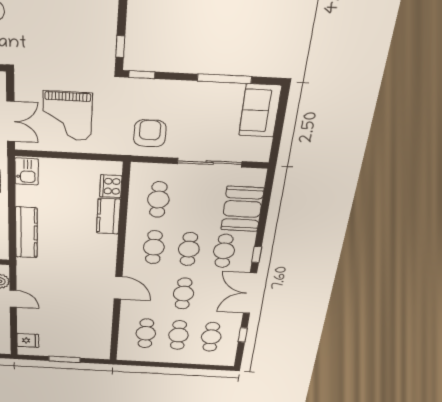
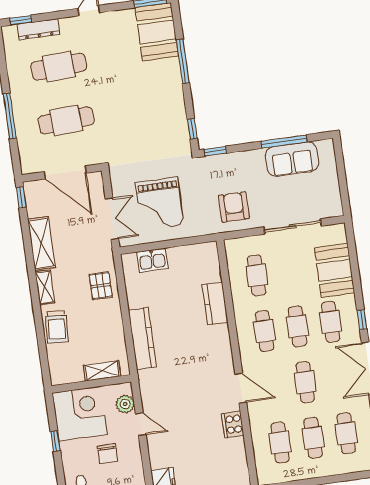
sofa: (260, 111) -> (292, 159), moved, turned -90
kitchen sink: (27, 171) -> (152, 260), moved, turned 90
cooker: (111, 186) -> (233, 424), moved

